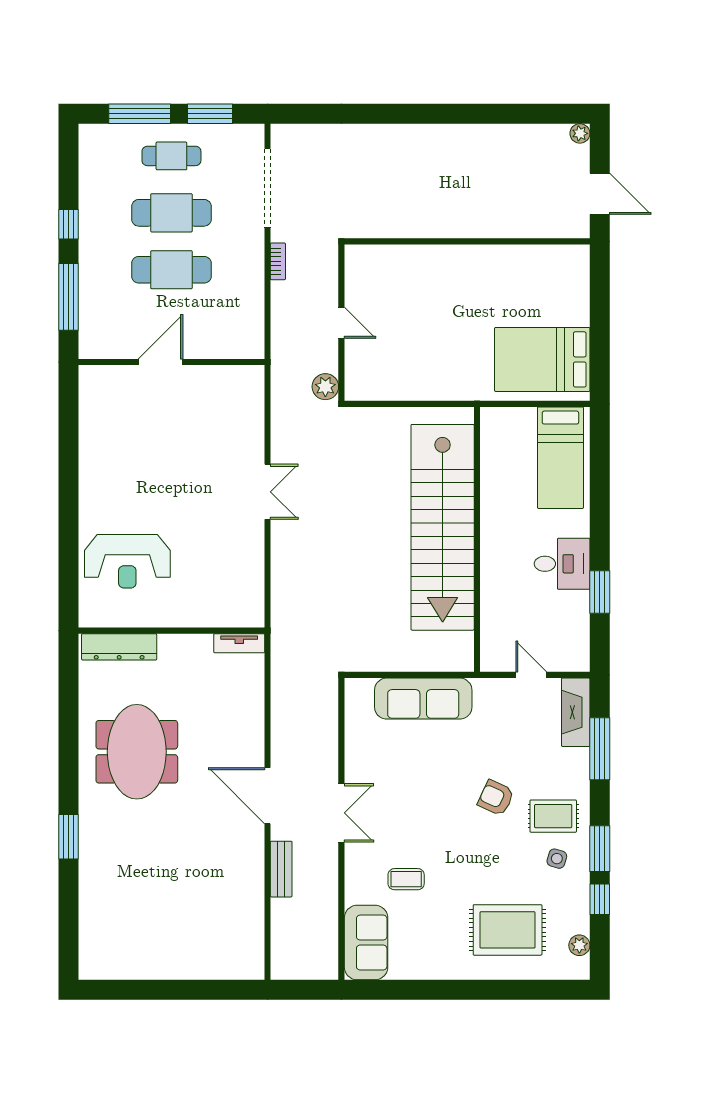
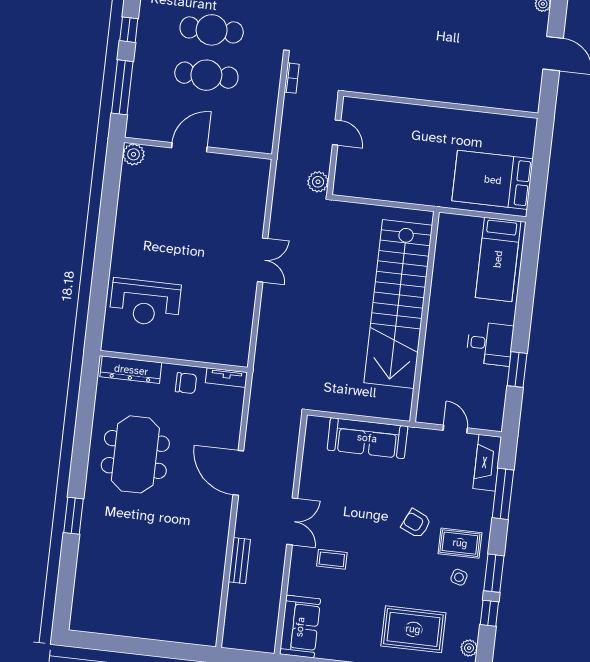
wall: (467, 241) -> (441, 105), moved
plant: (92, 379) -> (134, 154), added
chair: (190, 656) -> (186, 383), added
door: (268, 796) -> (238, 473), moved
coffee table: (406, 879) -> (332, 559), moved

